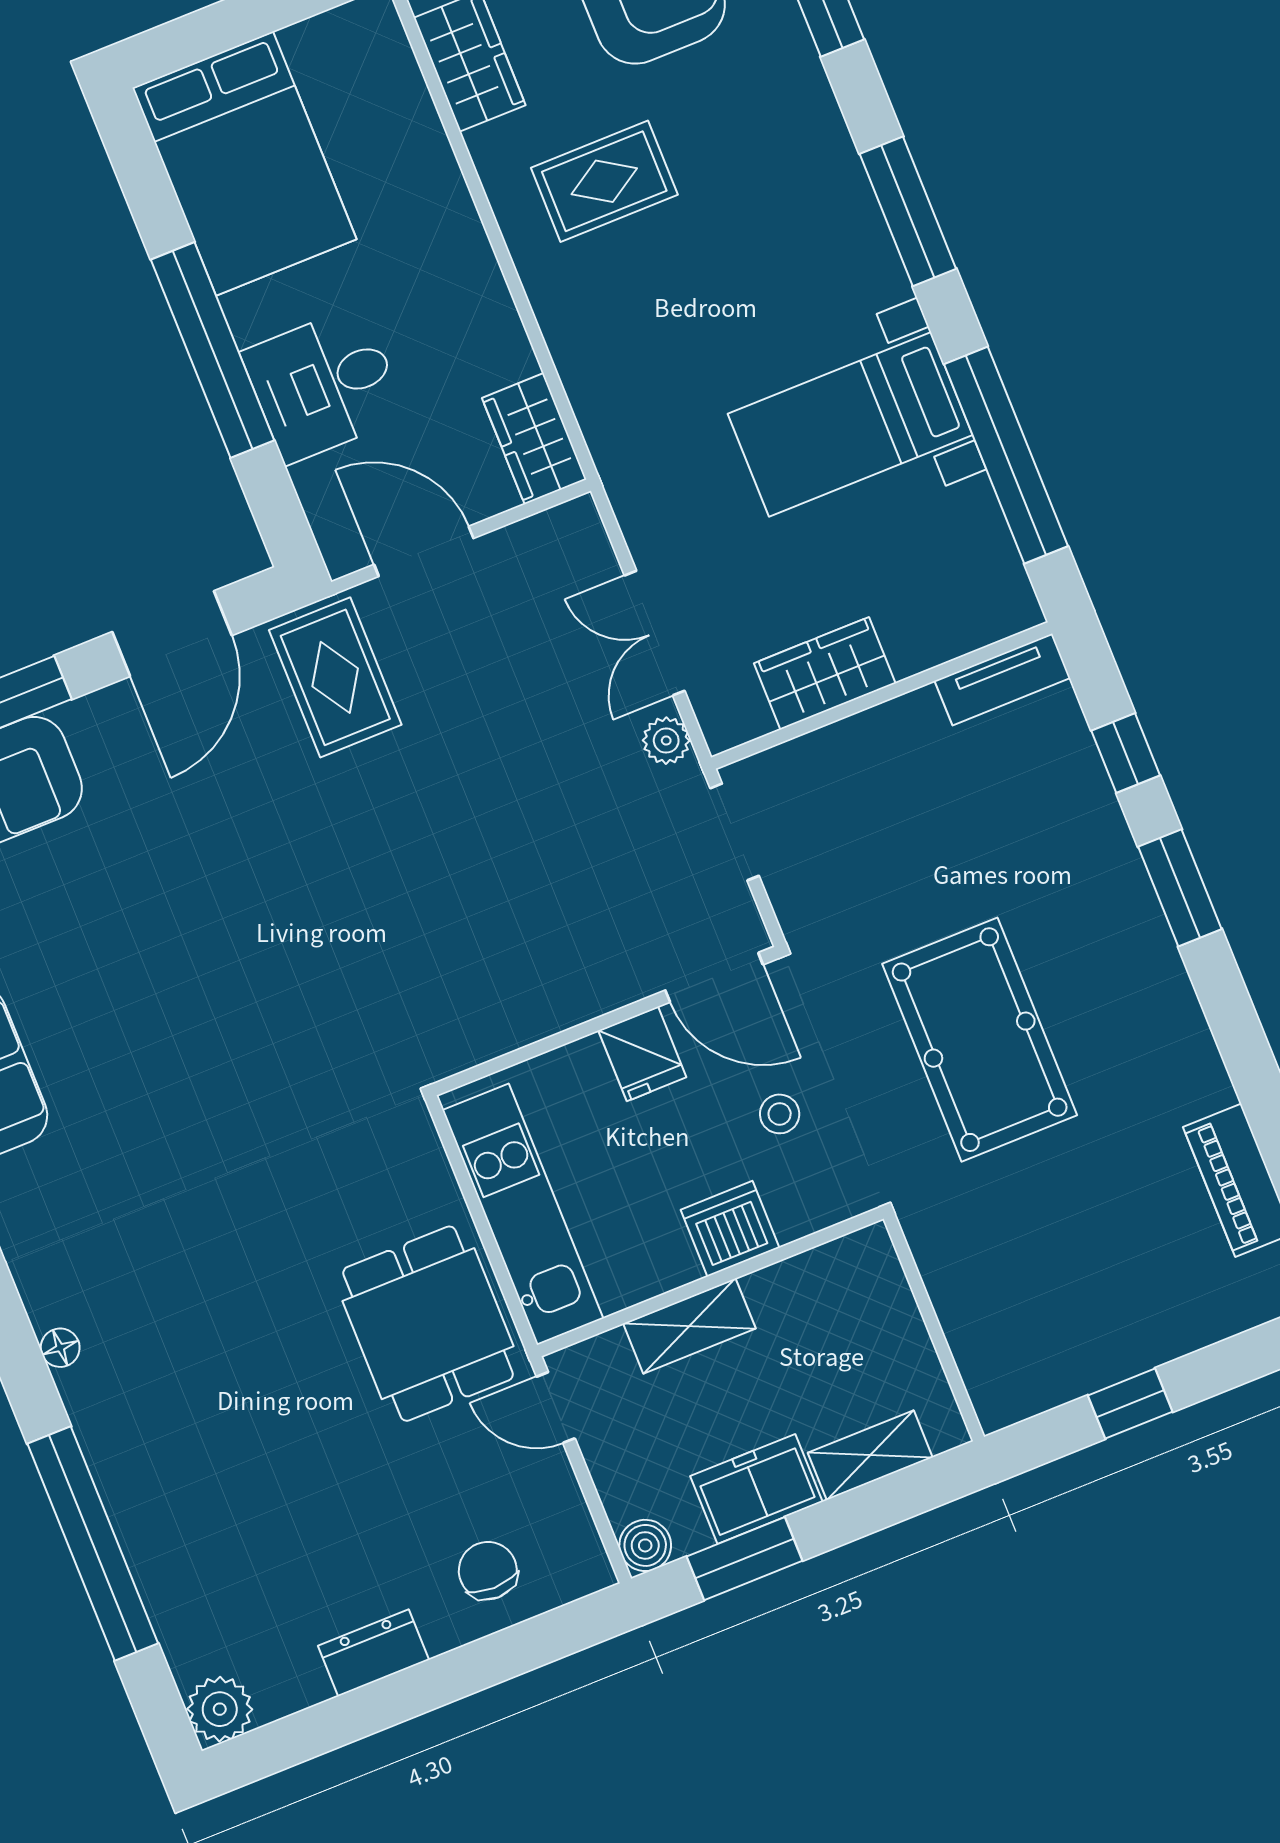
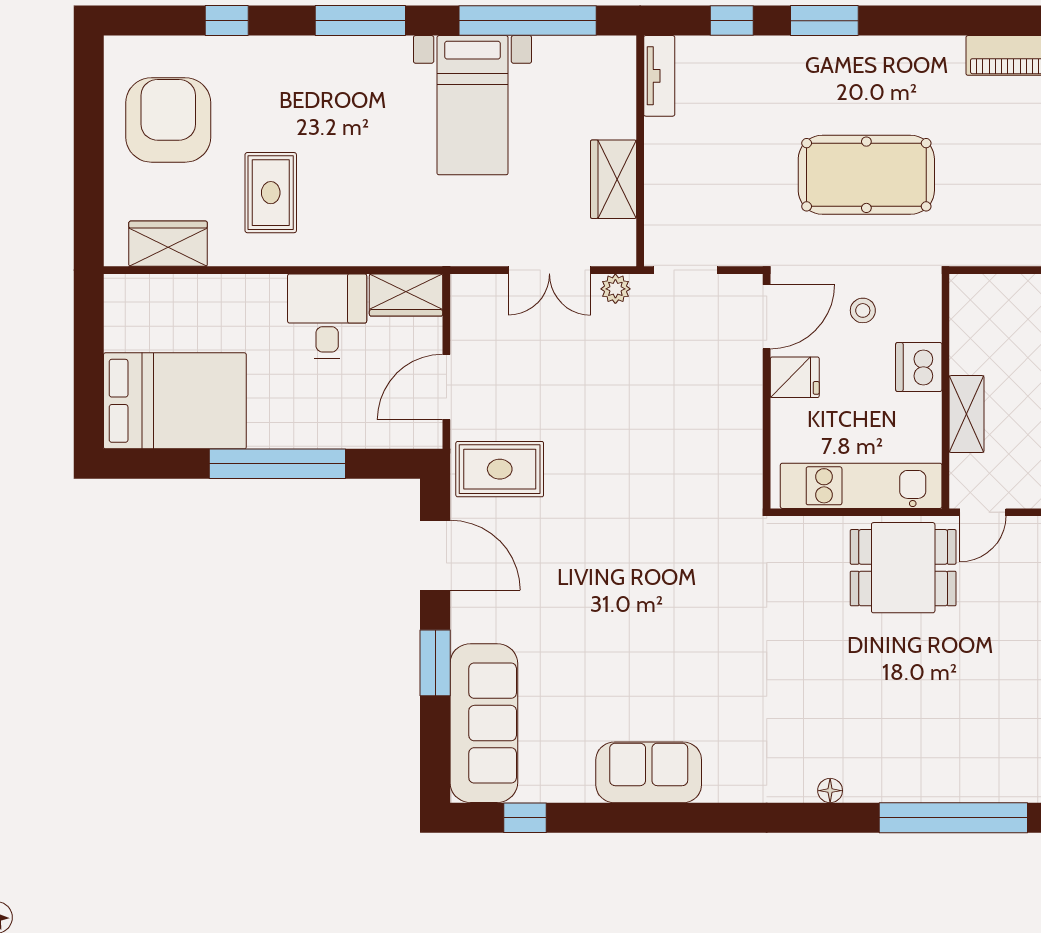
desk: (324, 384) -> (327, 316), moved, turned 180

